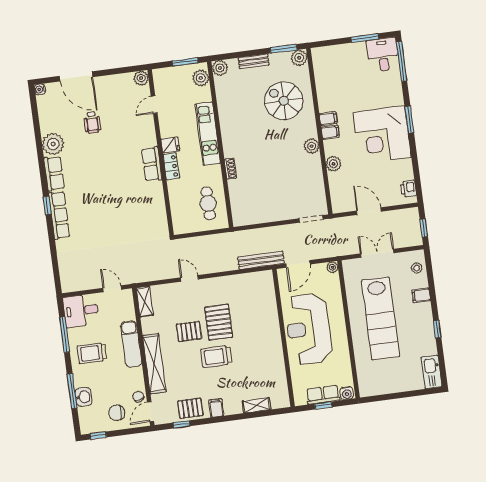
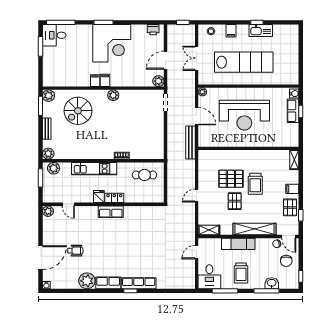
plant: (333, 164) -> (158, 81), moved
wall: (283, 338) -> (248, 148), moved
kitchen sink: (432, 372) -> (261, 31), moved

